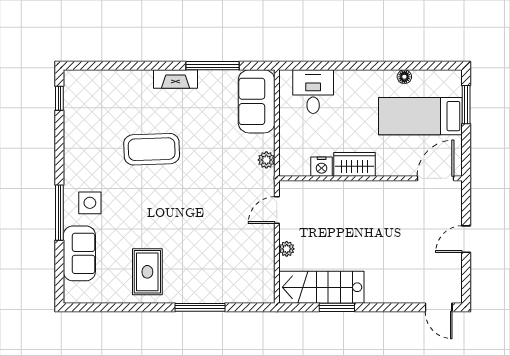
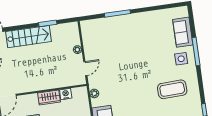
coffee table: (152, 149) -> (172, 89), moved
rug: (147, 272) -> (147, 28), removed
stairs: (321, 287) -> (28, 37), moved

